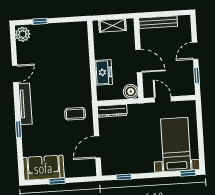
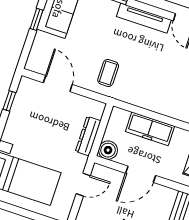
freezer: (104, 72) -> (150, 129), width x1.40
dresser: (112, 111) -> (88, 136), moved

